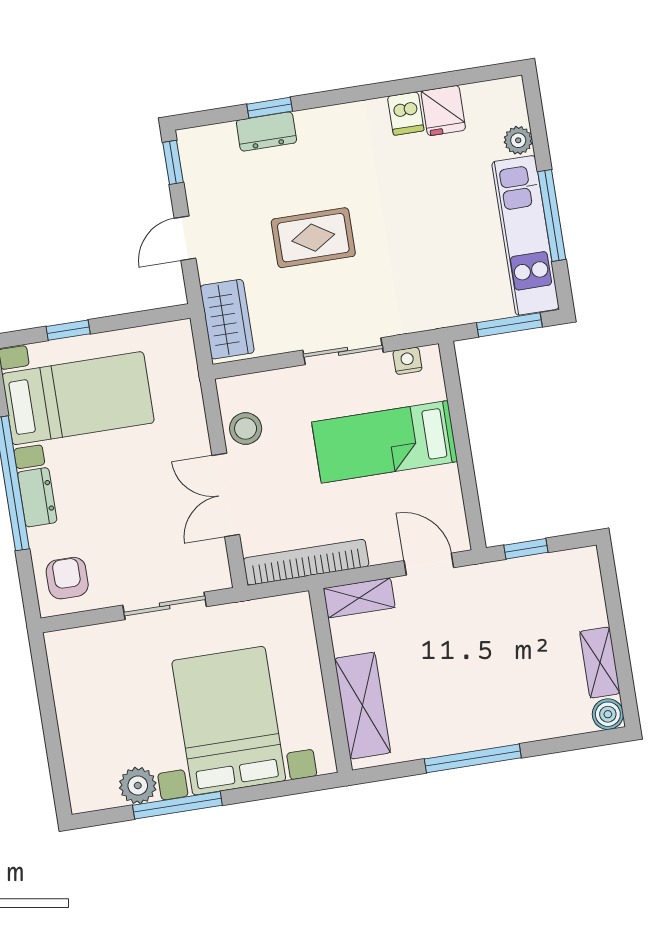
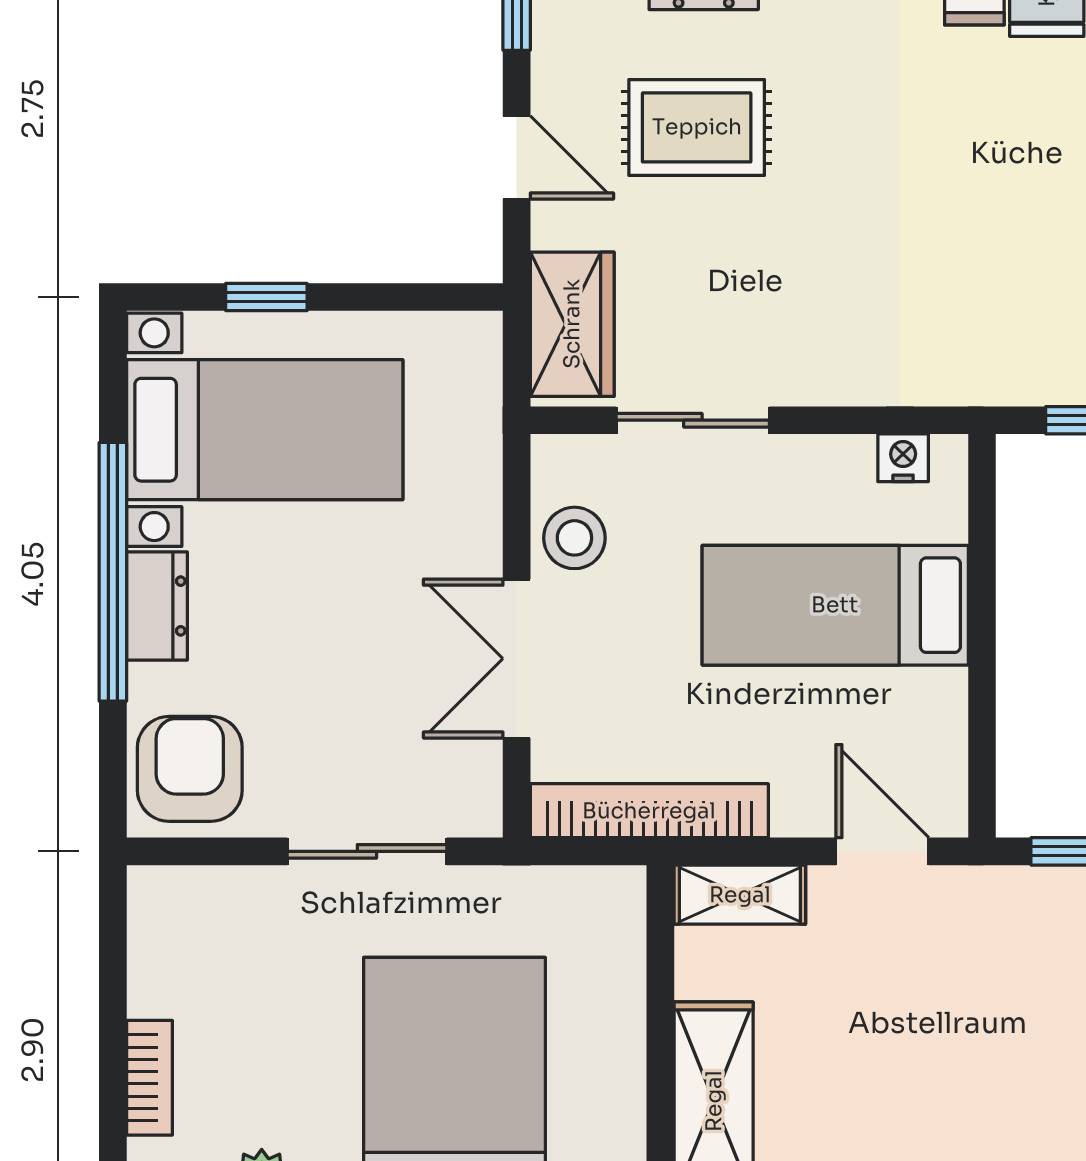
door: (185, 238) -> (517, 158), swing flipped
rug: (313, 238) -> (697, 127), moved
sliding door: (343, 351) -> (693, 420), moved
armchair: (67, 578) -> (190, 769), width x1.38, depth x1.38
bookcase: (72, 740) -> (150, 1078), added

